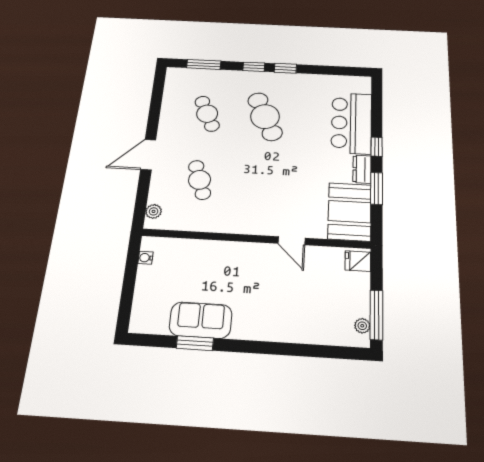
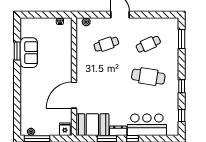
window: (254, 67) -> (182, 115), moved
cafe table: (265, 117) -> (148, 77), turned 33
door: (292, 241) -> (74, 95), width x1.88

